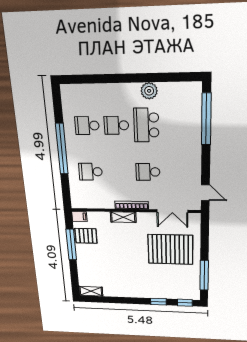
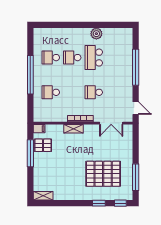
window: (206, 119) -> (136, 67), moved
pallet: (170, 249) -> (103, 174), moved

